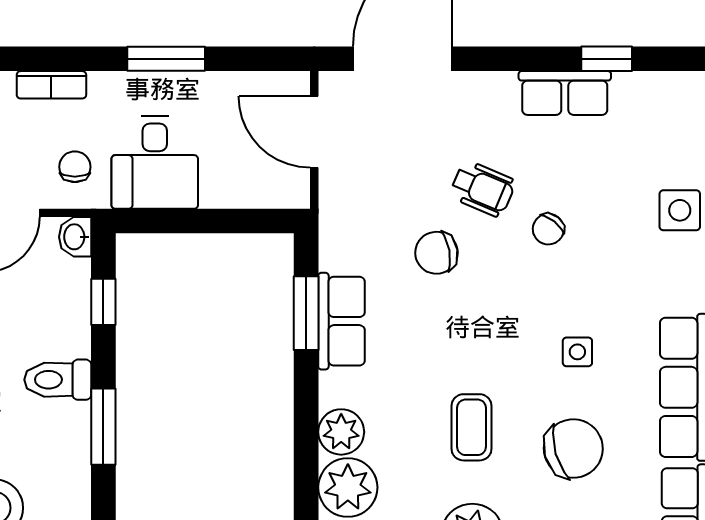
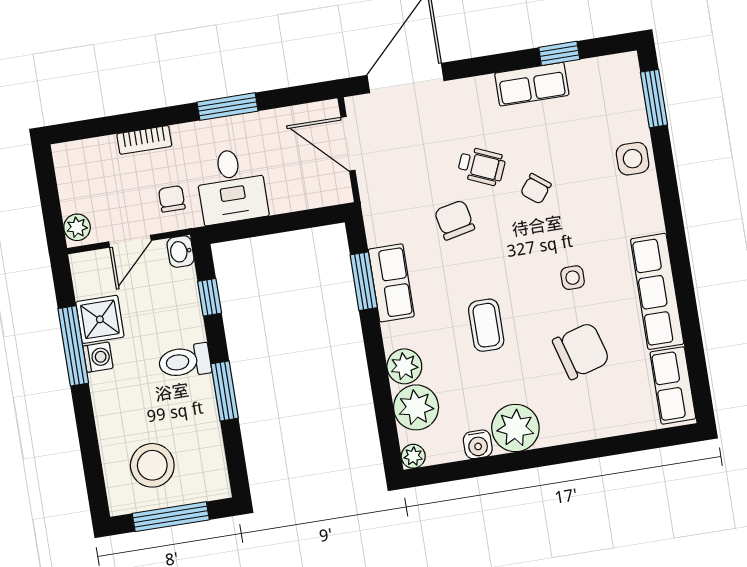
chair: (436, 253) -> (454, 220), turned 88
coffee table: (472, 427) -> (486, 325), moved

